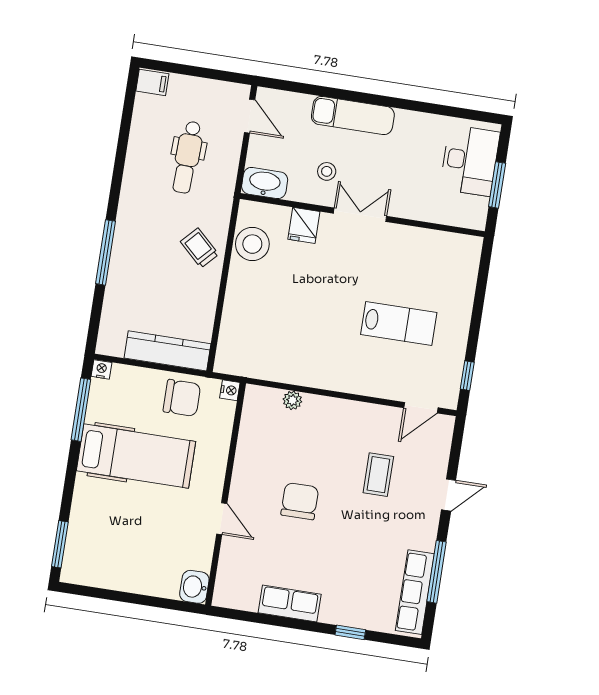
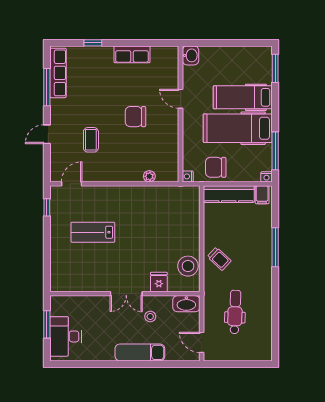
filing cabinet: (152, 82) -> (262, 195), moved, turned -90
chair: (300, 501) -> (135, 117), turned 90
hospital bed: (120, 505) -> (243, 97), added

